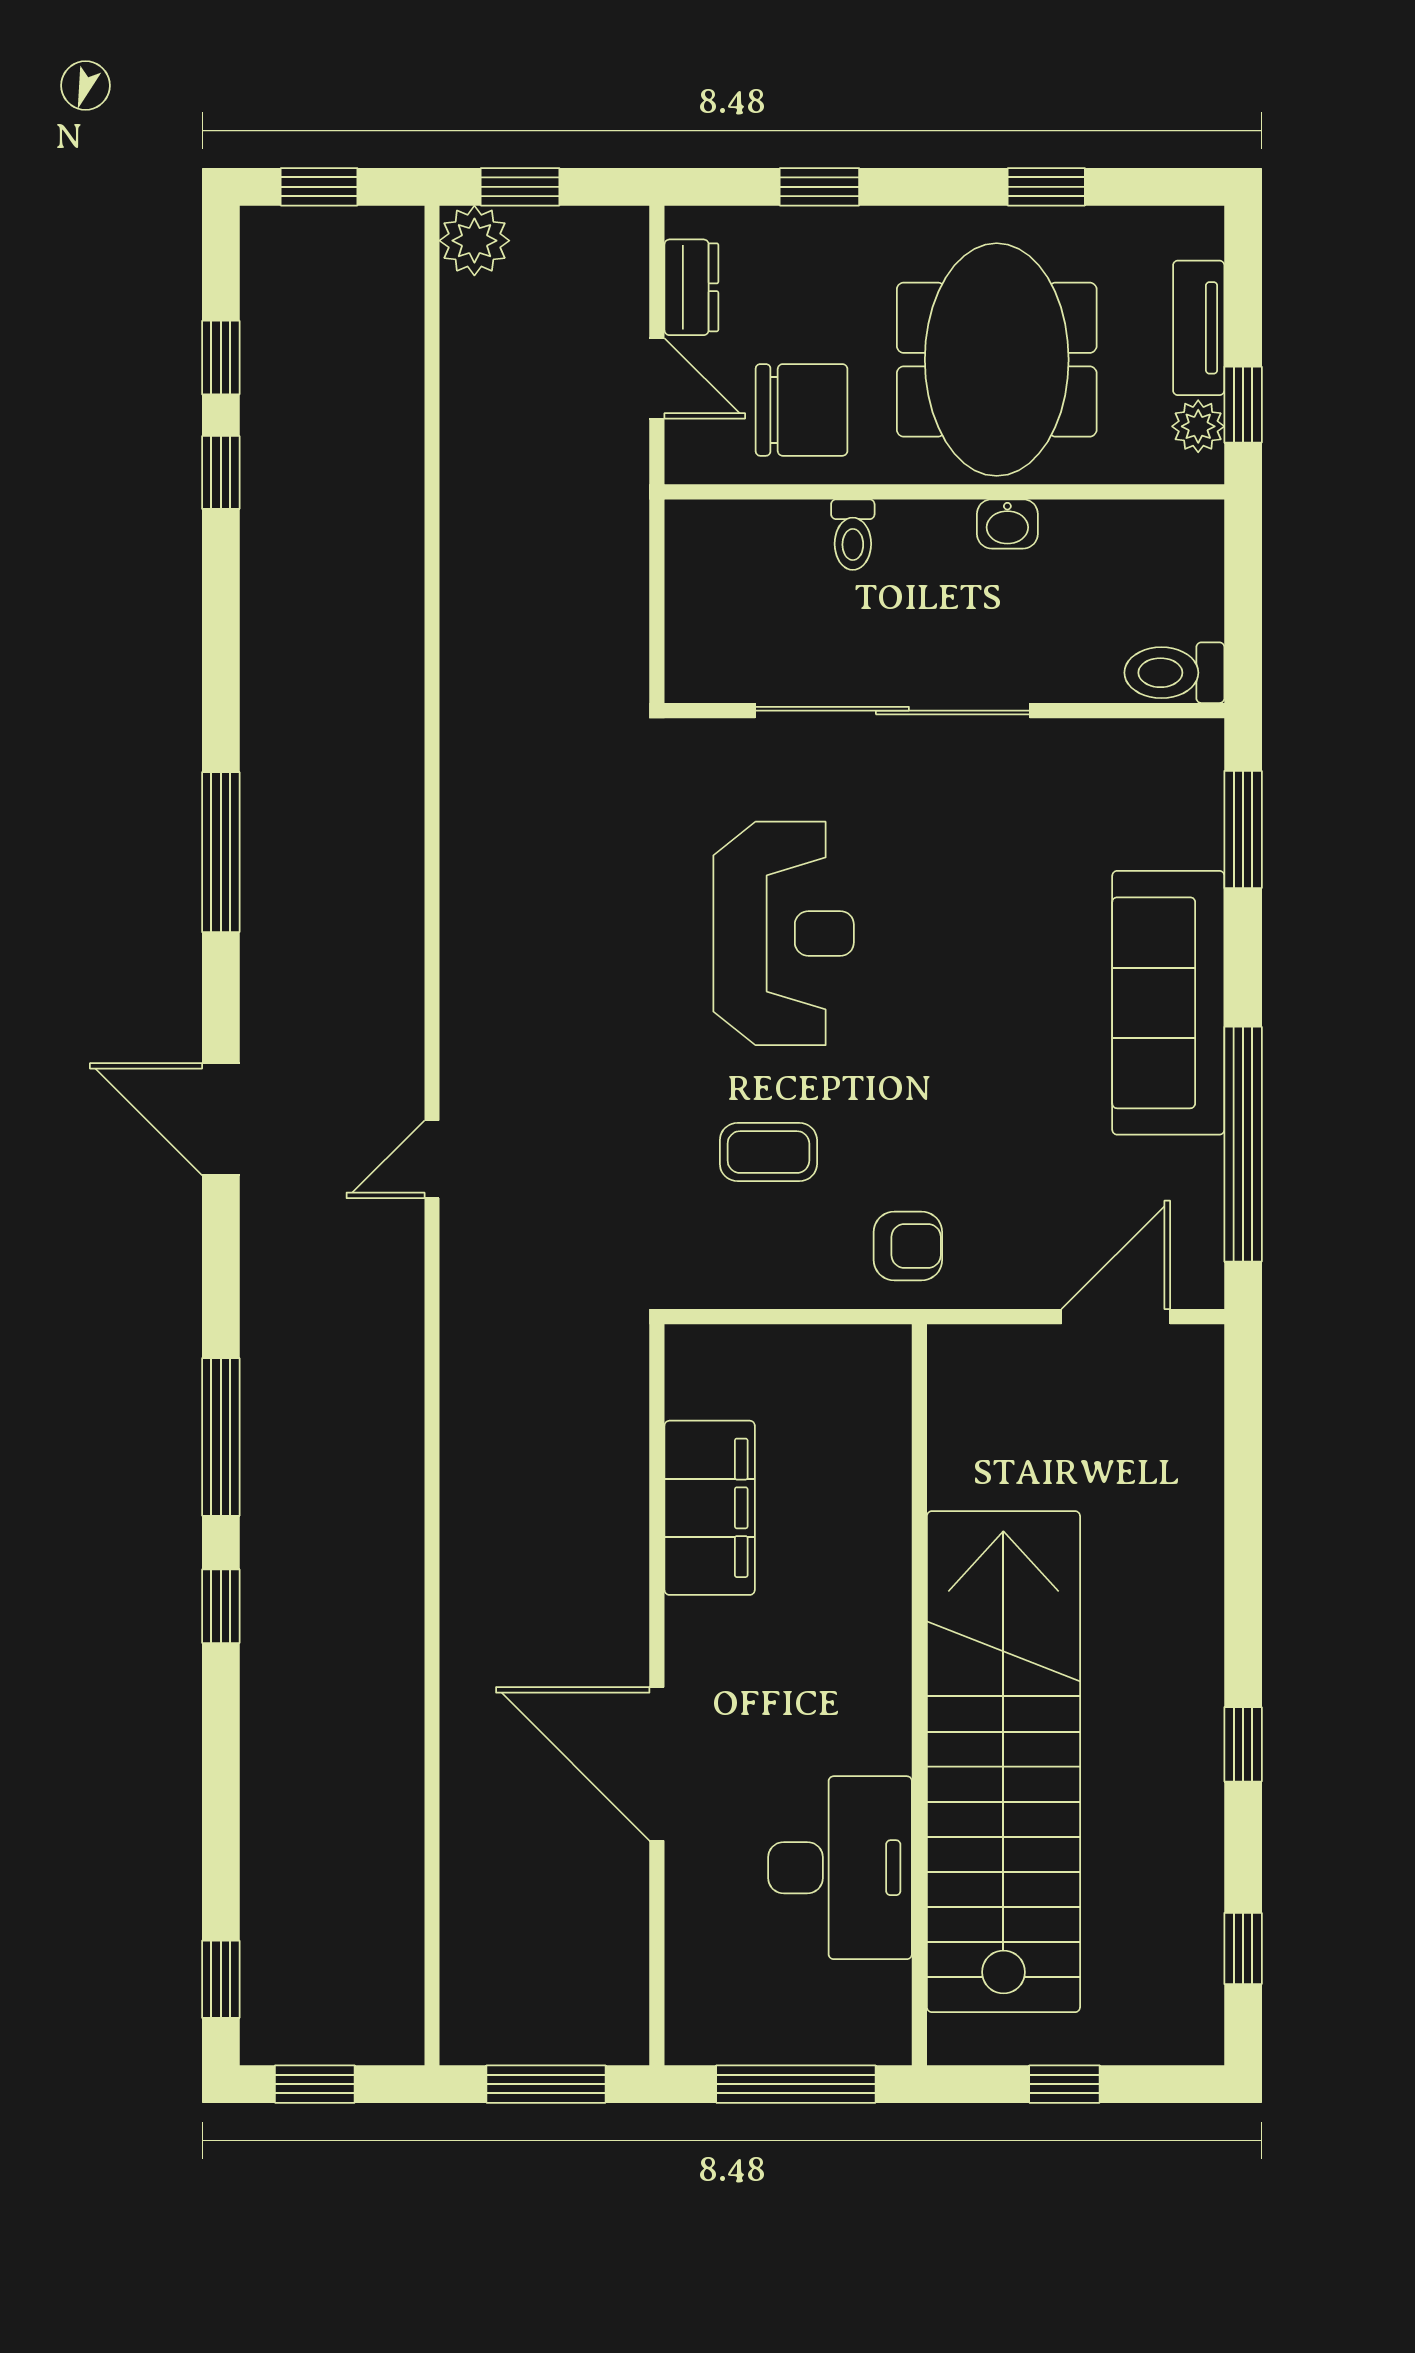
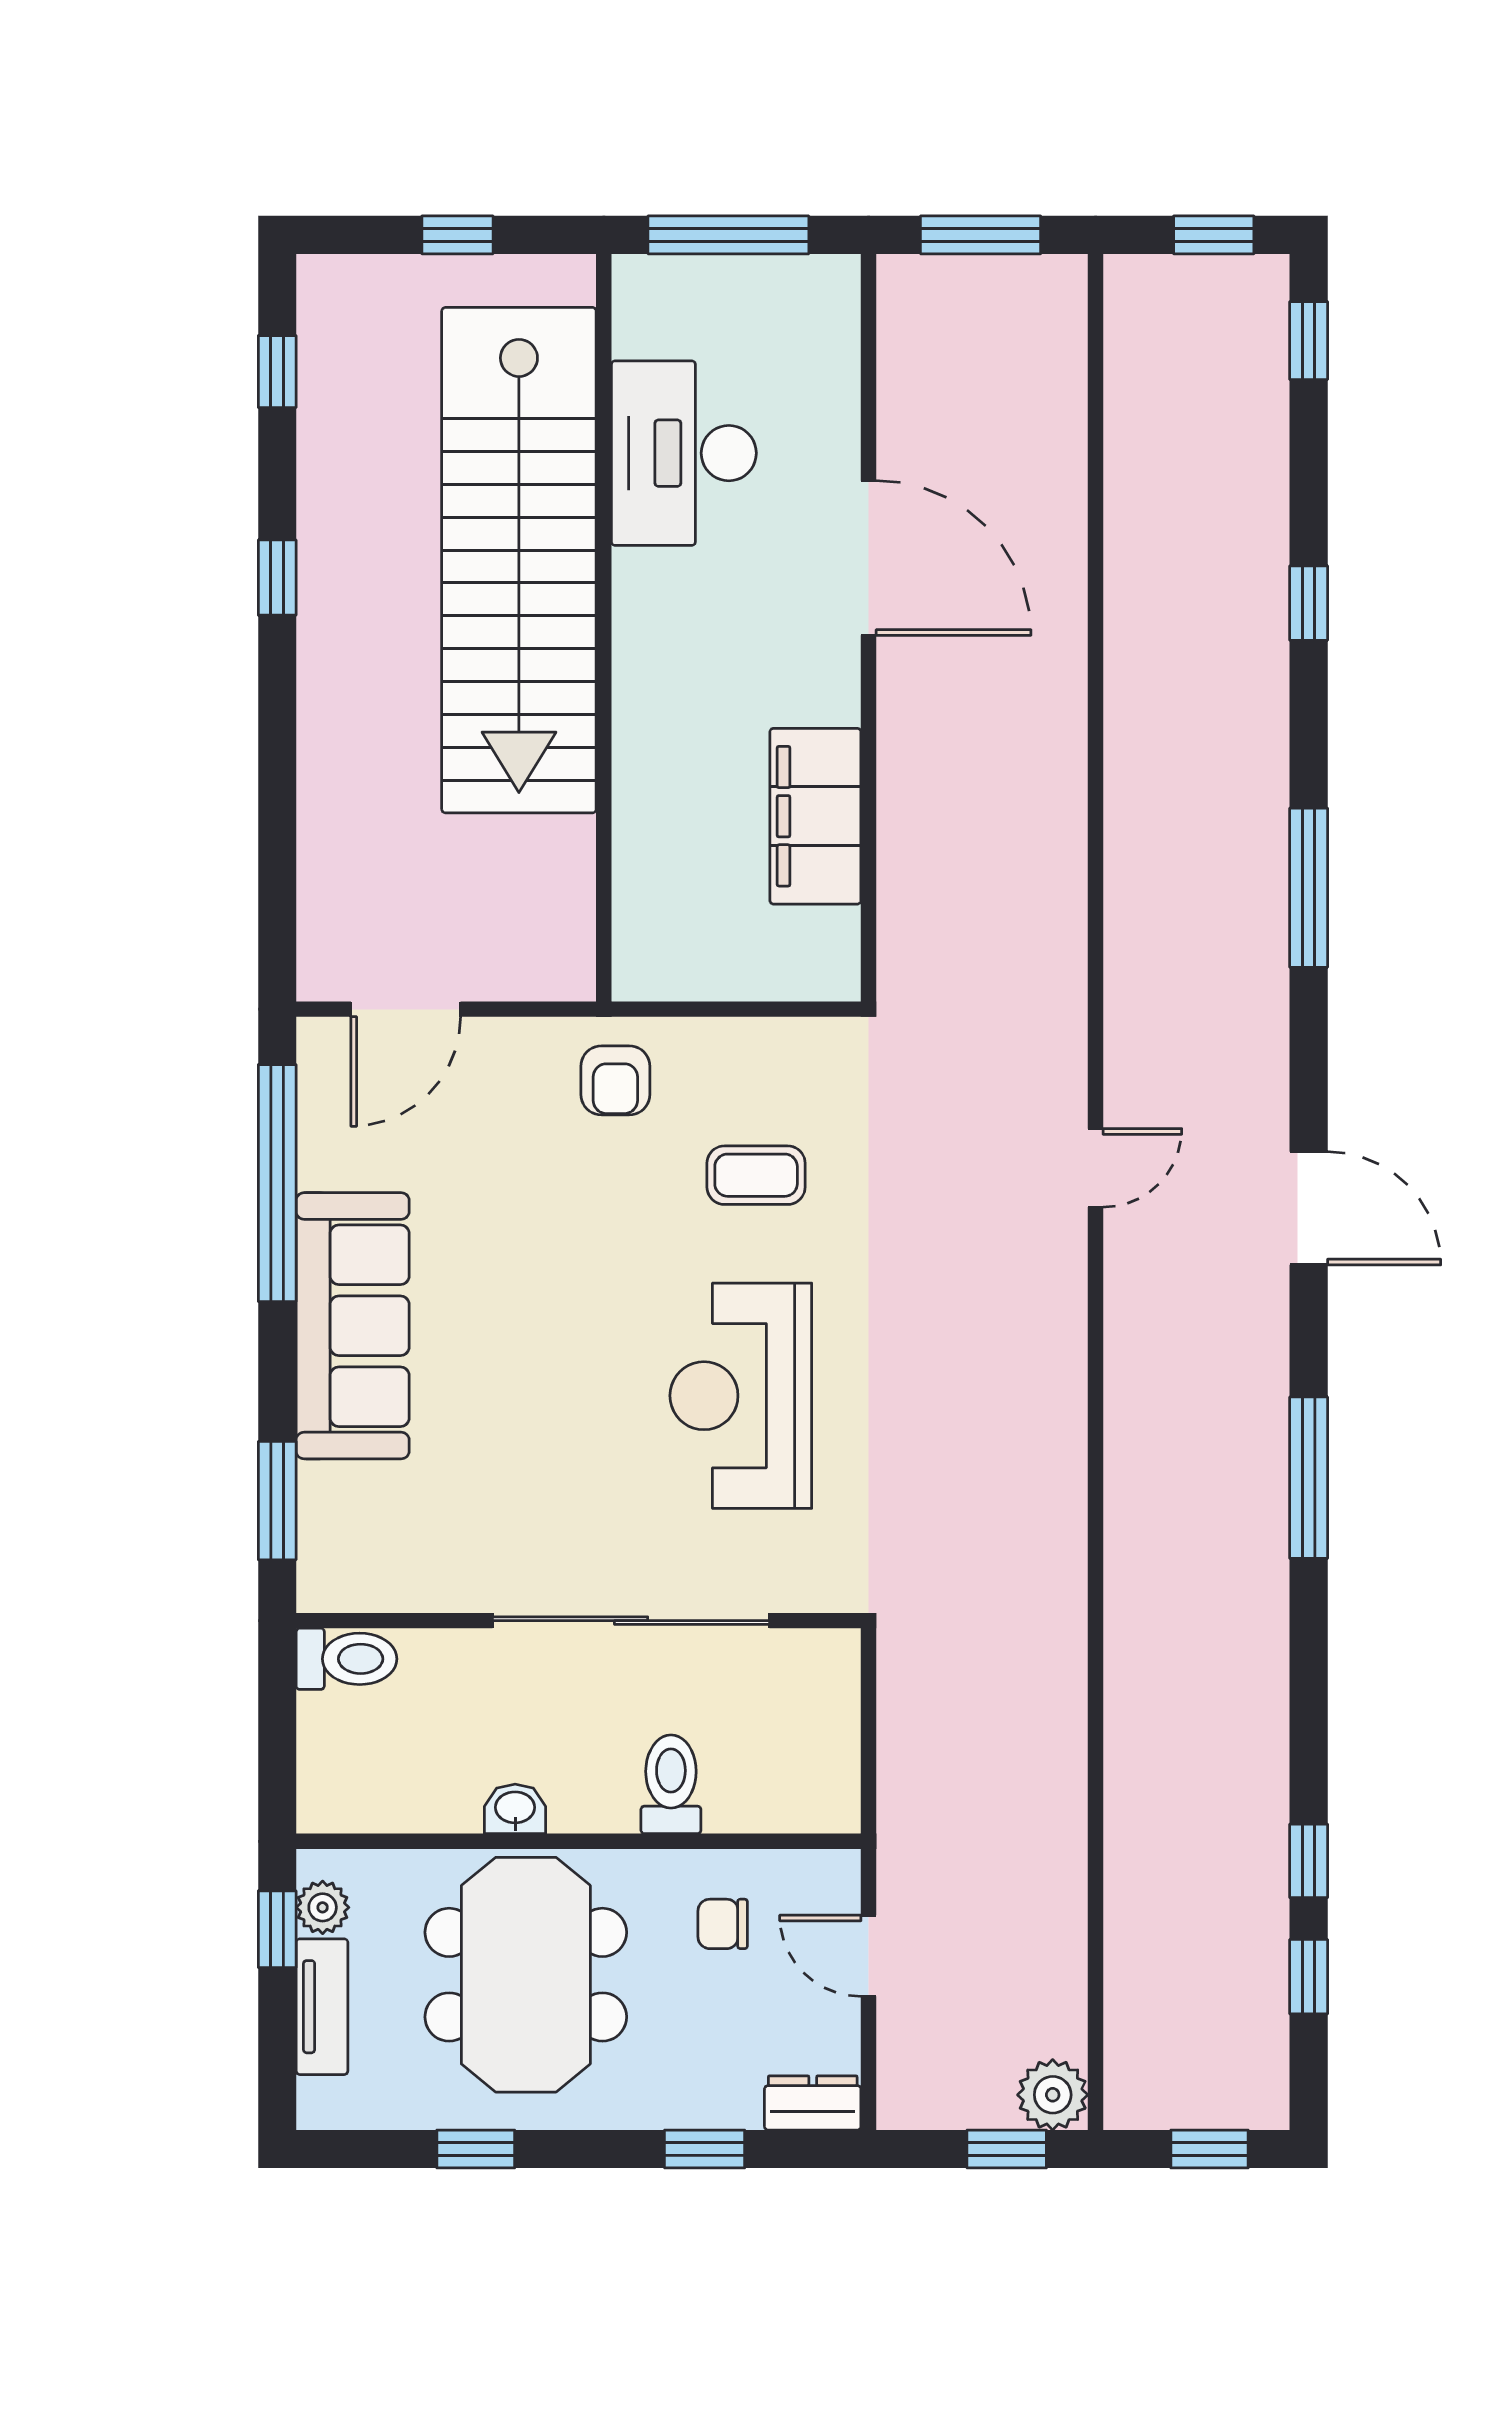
dresser: (691, 287) -> (813, 2103), moved, turned 90
chair: (802, 410) -> (723, 1924), width x0.54, depth x0.54
toilet: (853, 535) -> (671, 1784), width x1.37, depth x1.39
armchair: (908, 1246) -> (615, 1080), turned -90
window: (221, 1606) -> (1309, 603), moved

